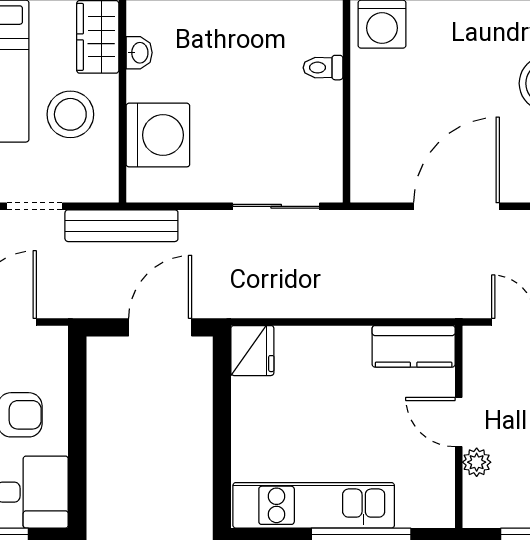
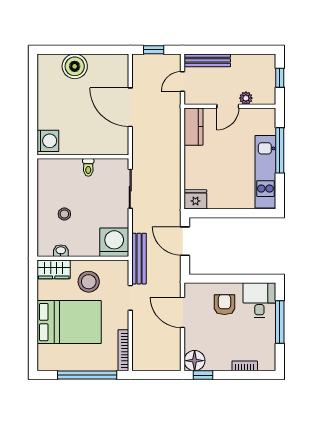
stool: (220, 61) -> (64, 214), added
toilet: (323, 68) -> (88, 167), moved
washing machine: (158, 135) -> (114, 242), moved

